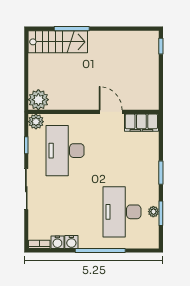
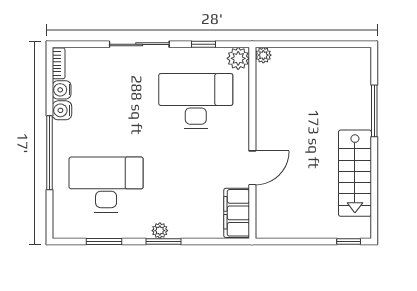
stairs: (58, 42) -> (355, 173), moved
plant: (38, 100) -> (263, 55), width x0.53, depth x0.53
plant: (153, 212) -> (160, 231), moved

